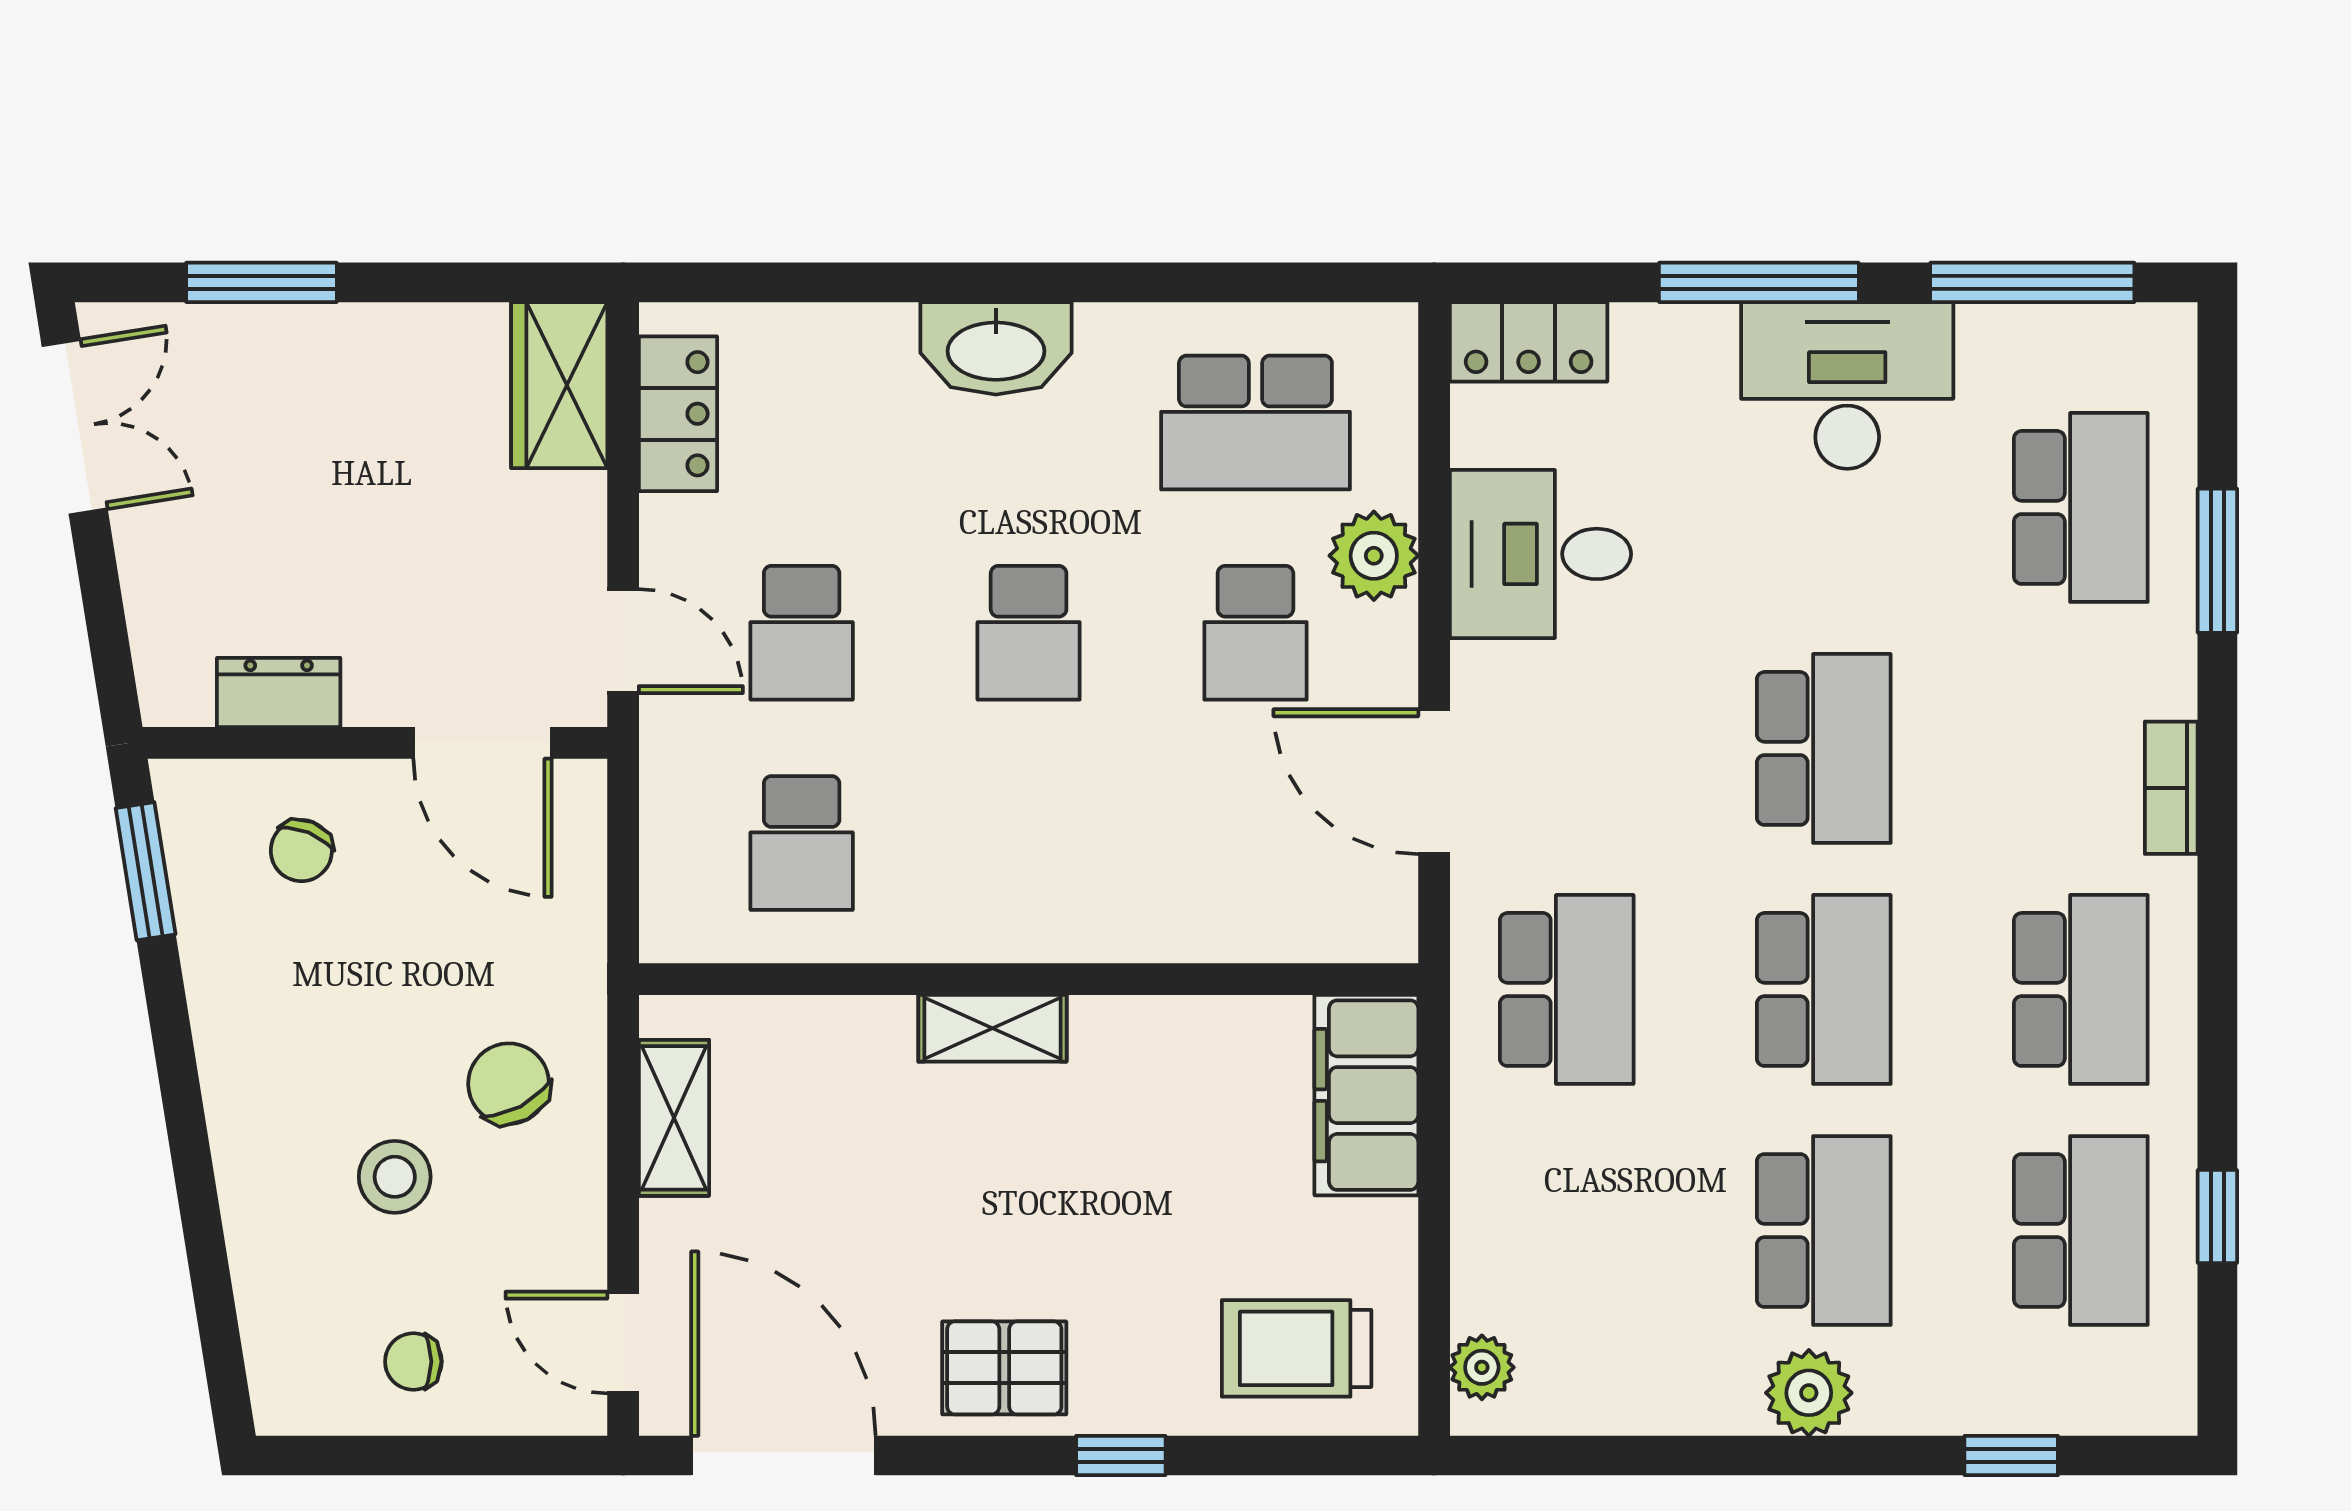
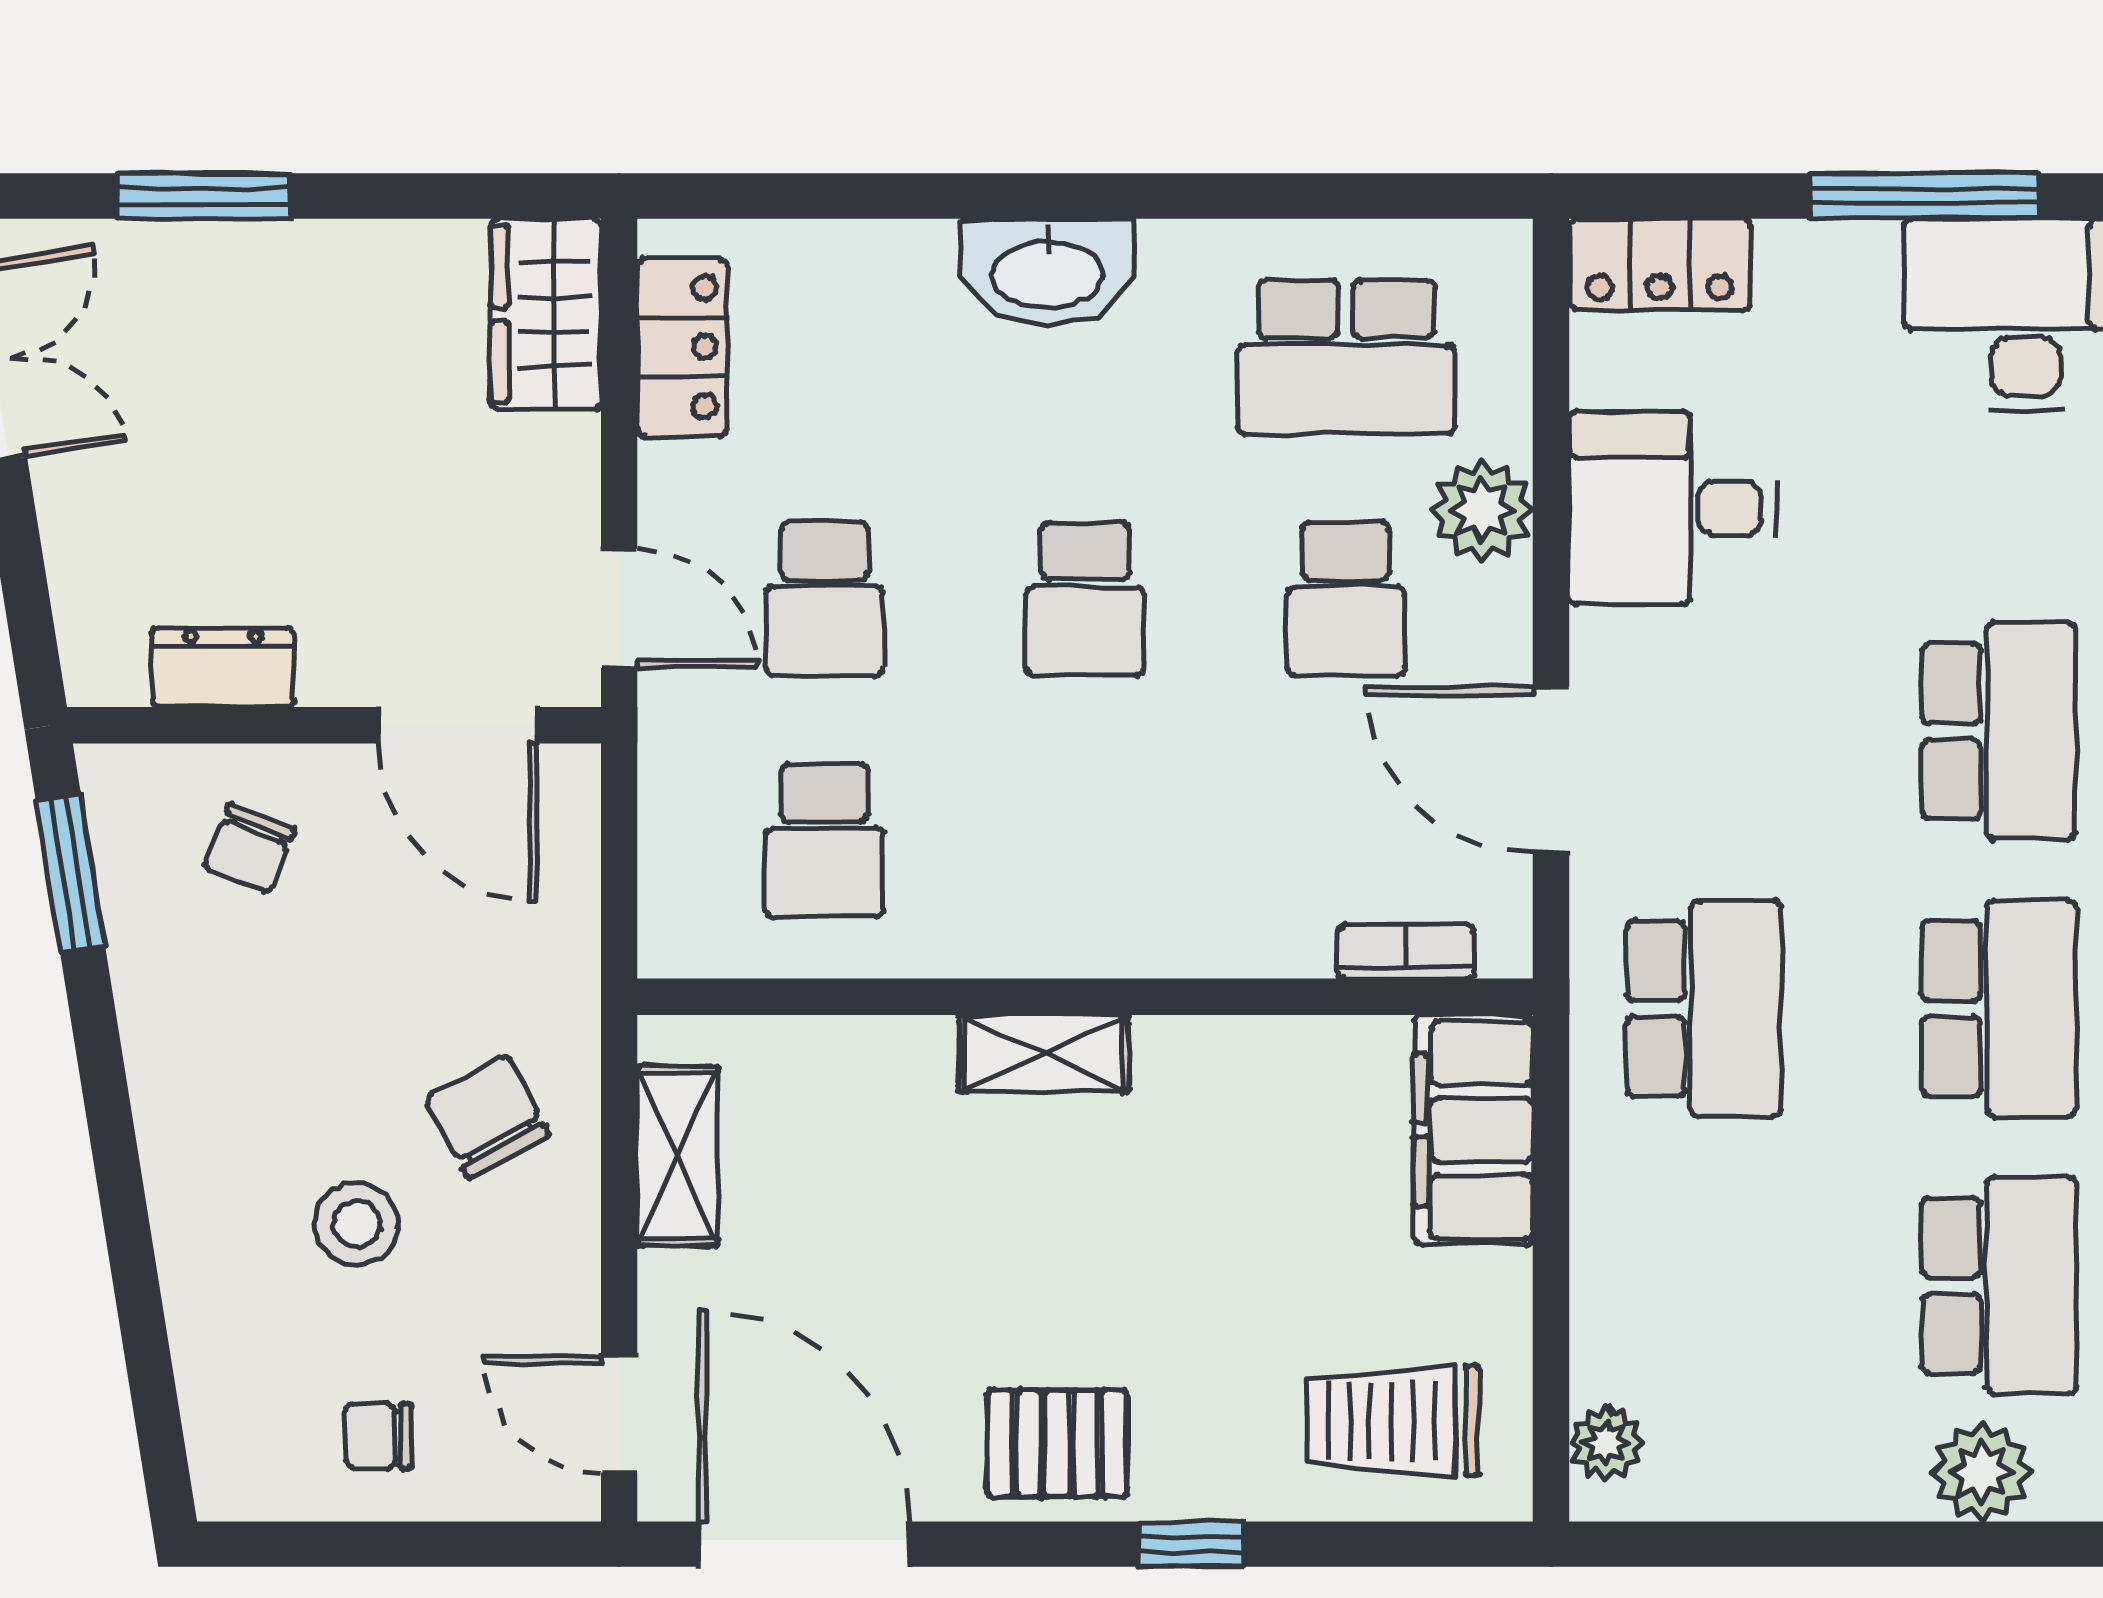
bookcase: (1308, 940) -> (1406, 951), added

